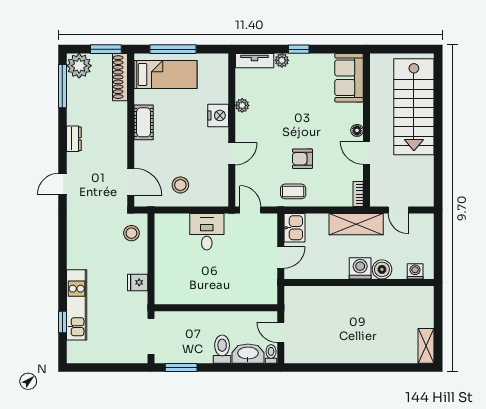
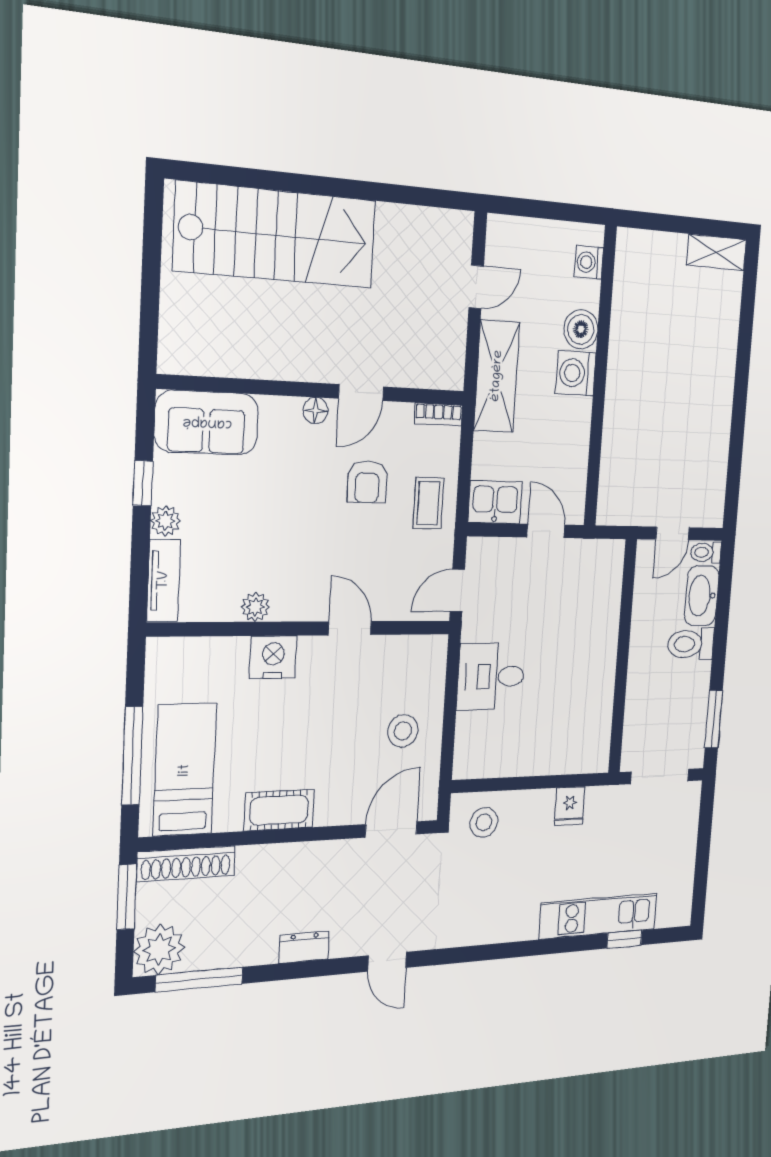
sofa: (349, 78) -> (207, 423), moved
floor lamp: (357, 130) -> (315, 411), moved
wall: (367, 130) -> (316, 390), moved
door: (367, 153) -> (361, 393), moved
bookcase: (358, 194) -> (438, 414), moved

